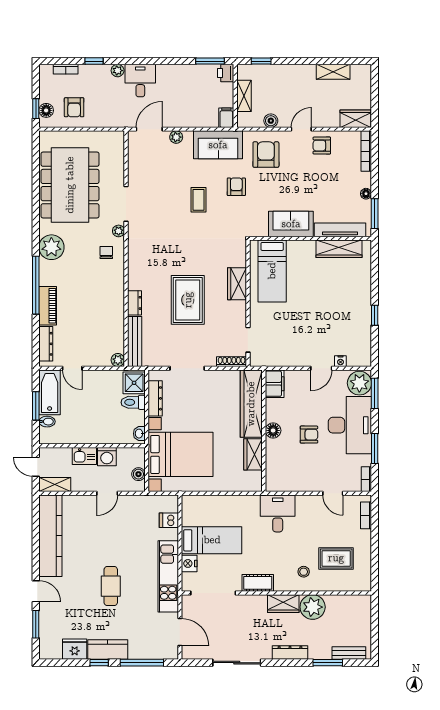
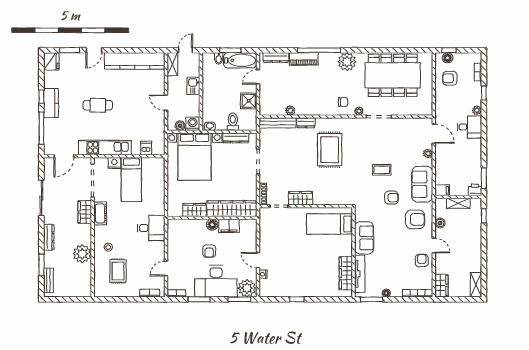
shelving: (333, 72) -> (476, 285), moved
wardrobe: (237, 284) -> (300, 198), moved
rug: (188, 300) -> (330, 150), moved, turned 90
plant: (118, 360) -> (290, 111), moved
shower: (134, 383) -> (249, 101), moved
filing cabinet: (275, 384) -> (229, 226), moved
washing machine: (107, 457) -> (193, 124), moved, turned 90
wardrobe: (283, 604) -> (85, 212), moved
fridge: (75, 649) -> (51, 61), moved

